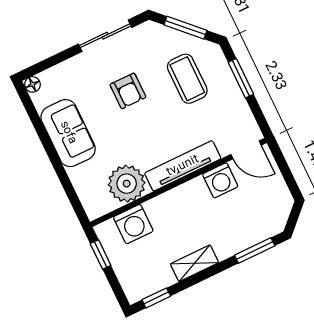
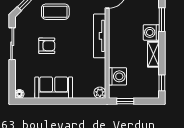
washing machine: (220, 180) -> (151, 32), moved, turned 180
plant: (127, 184) -> (100, 93), moved, width x0.53, depth x0.53

